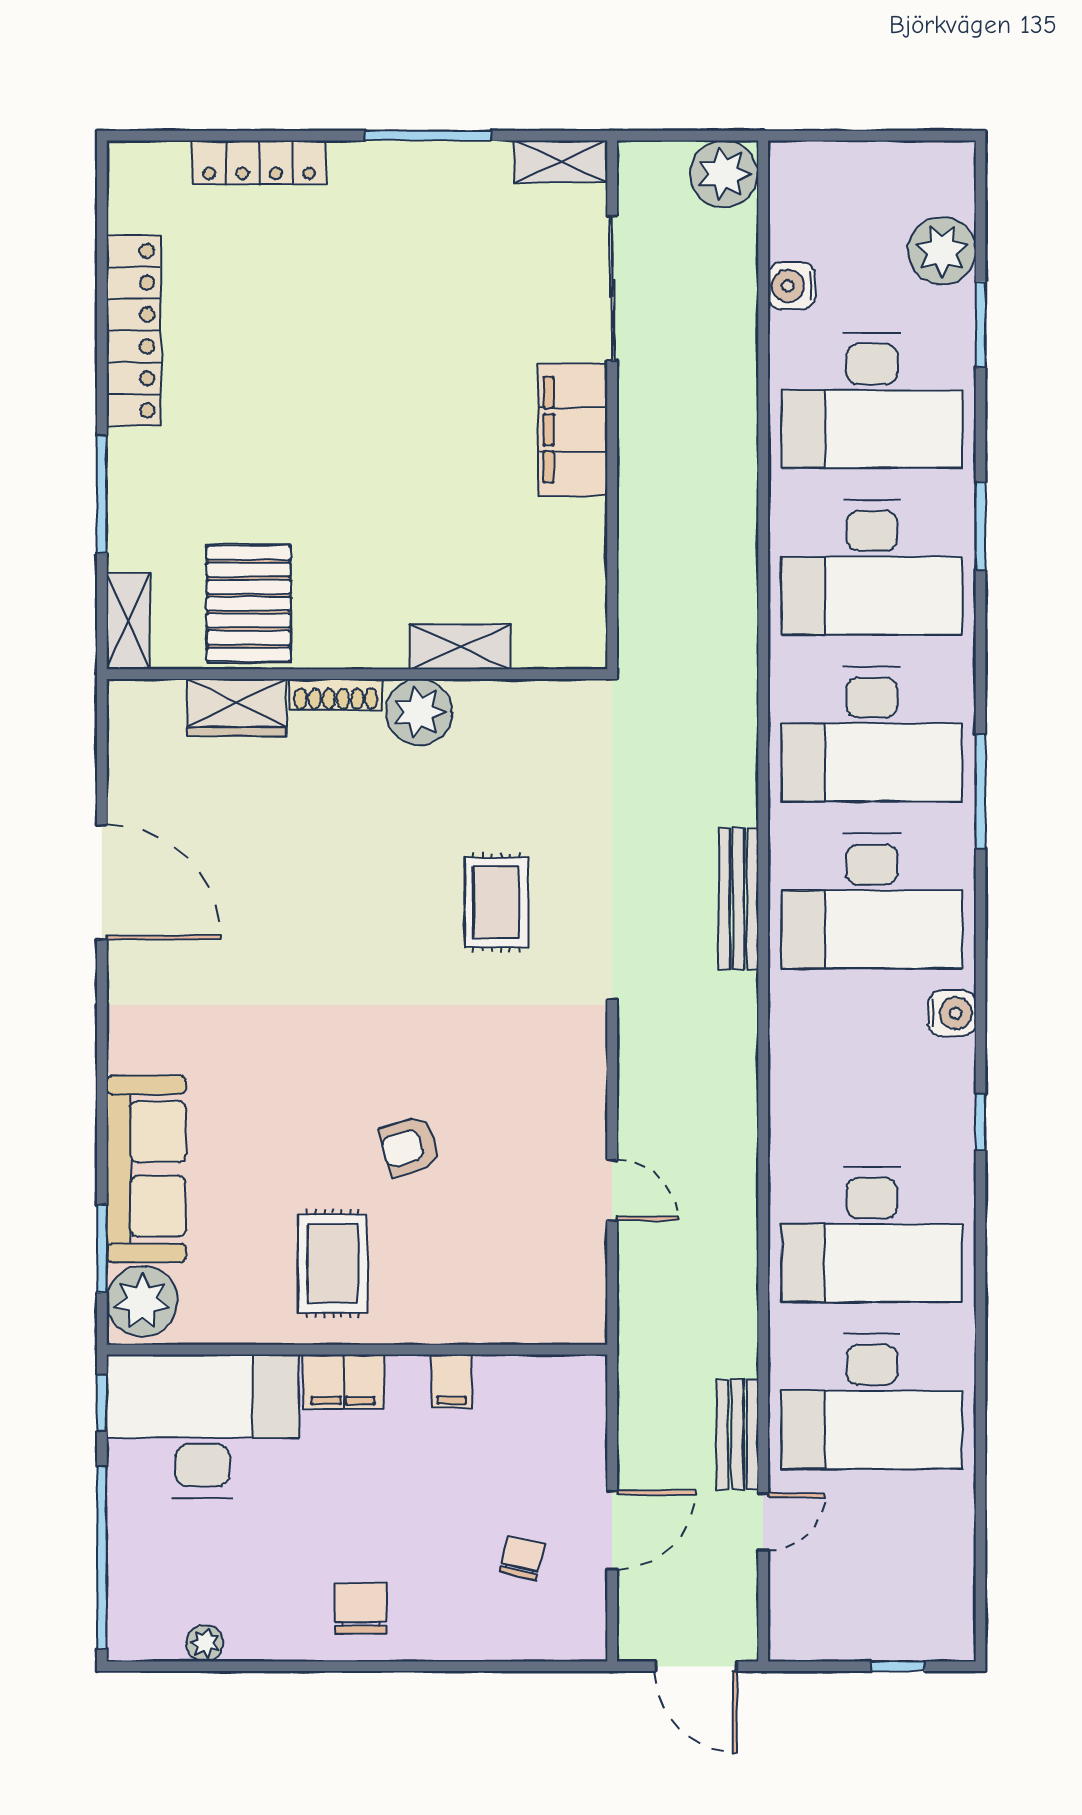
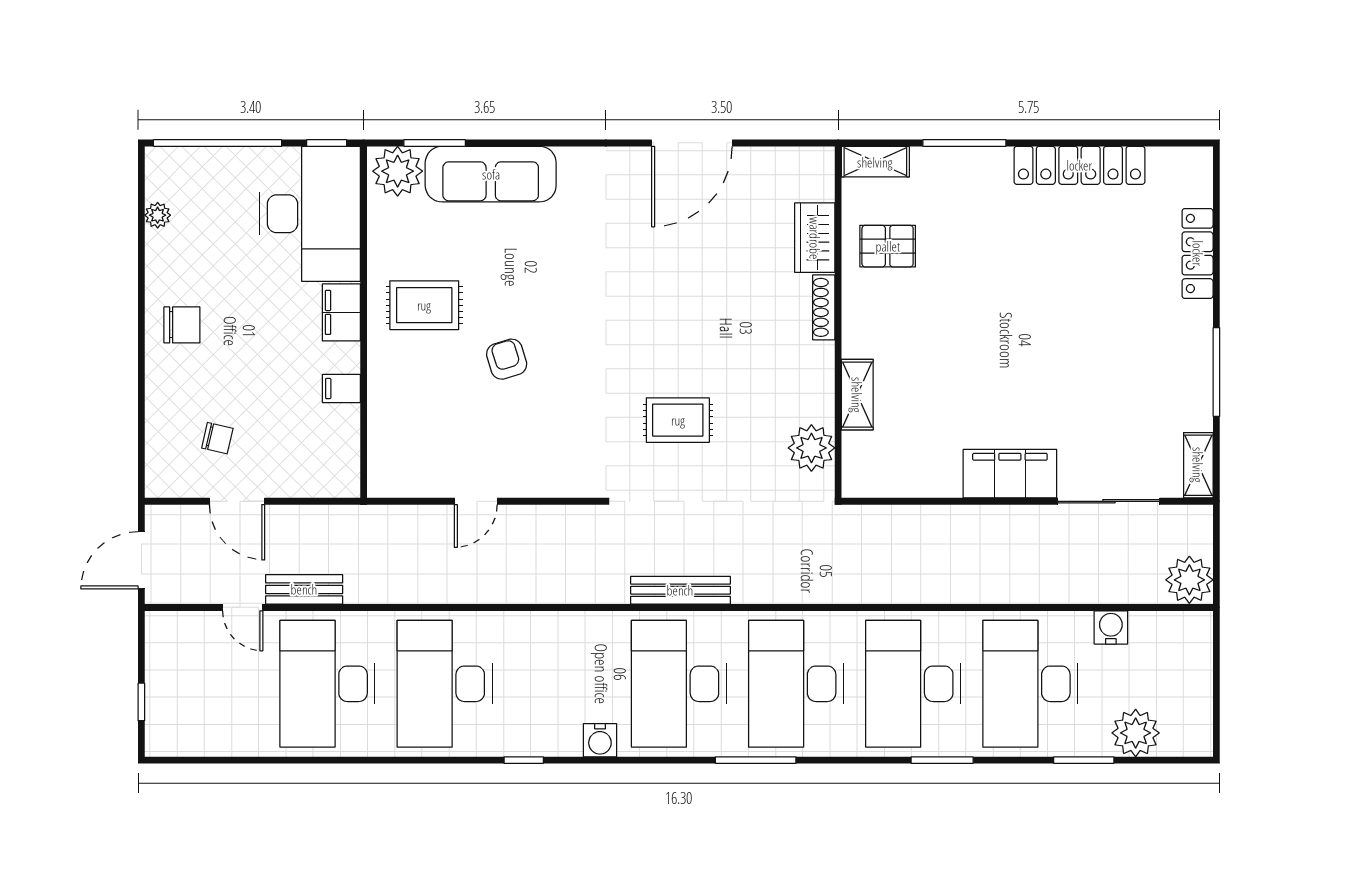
pallet: (249, 604) -> (888, 246), width x0.67, depth x0.71
plant: (419, 712) -> (811, 448), moved

